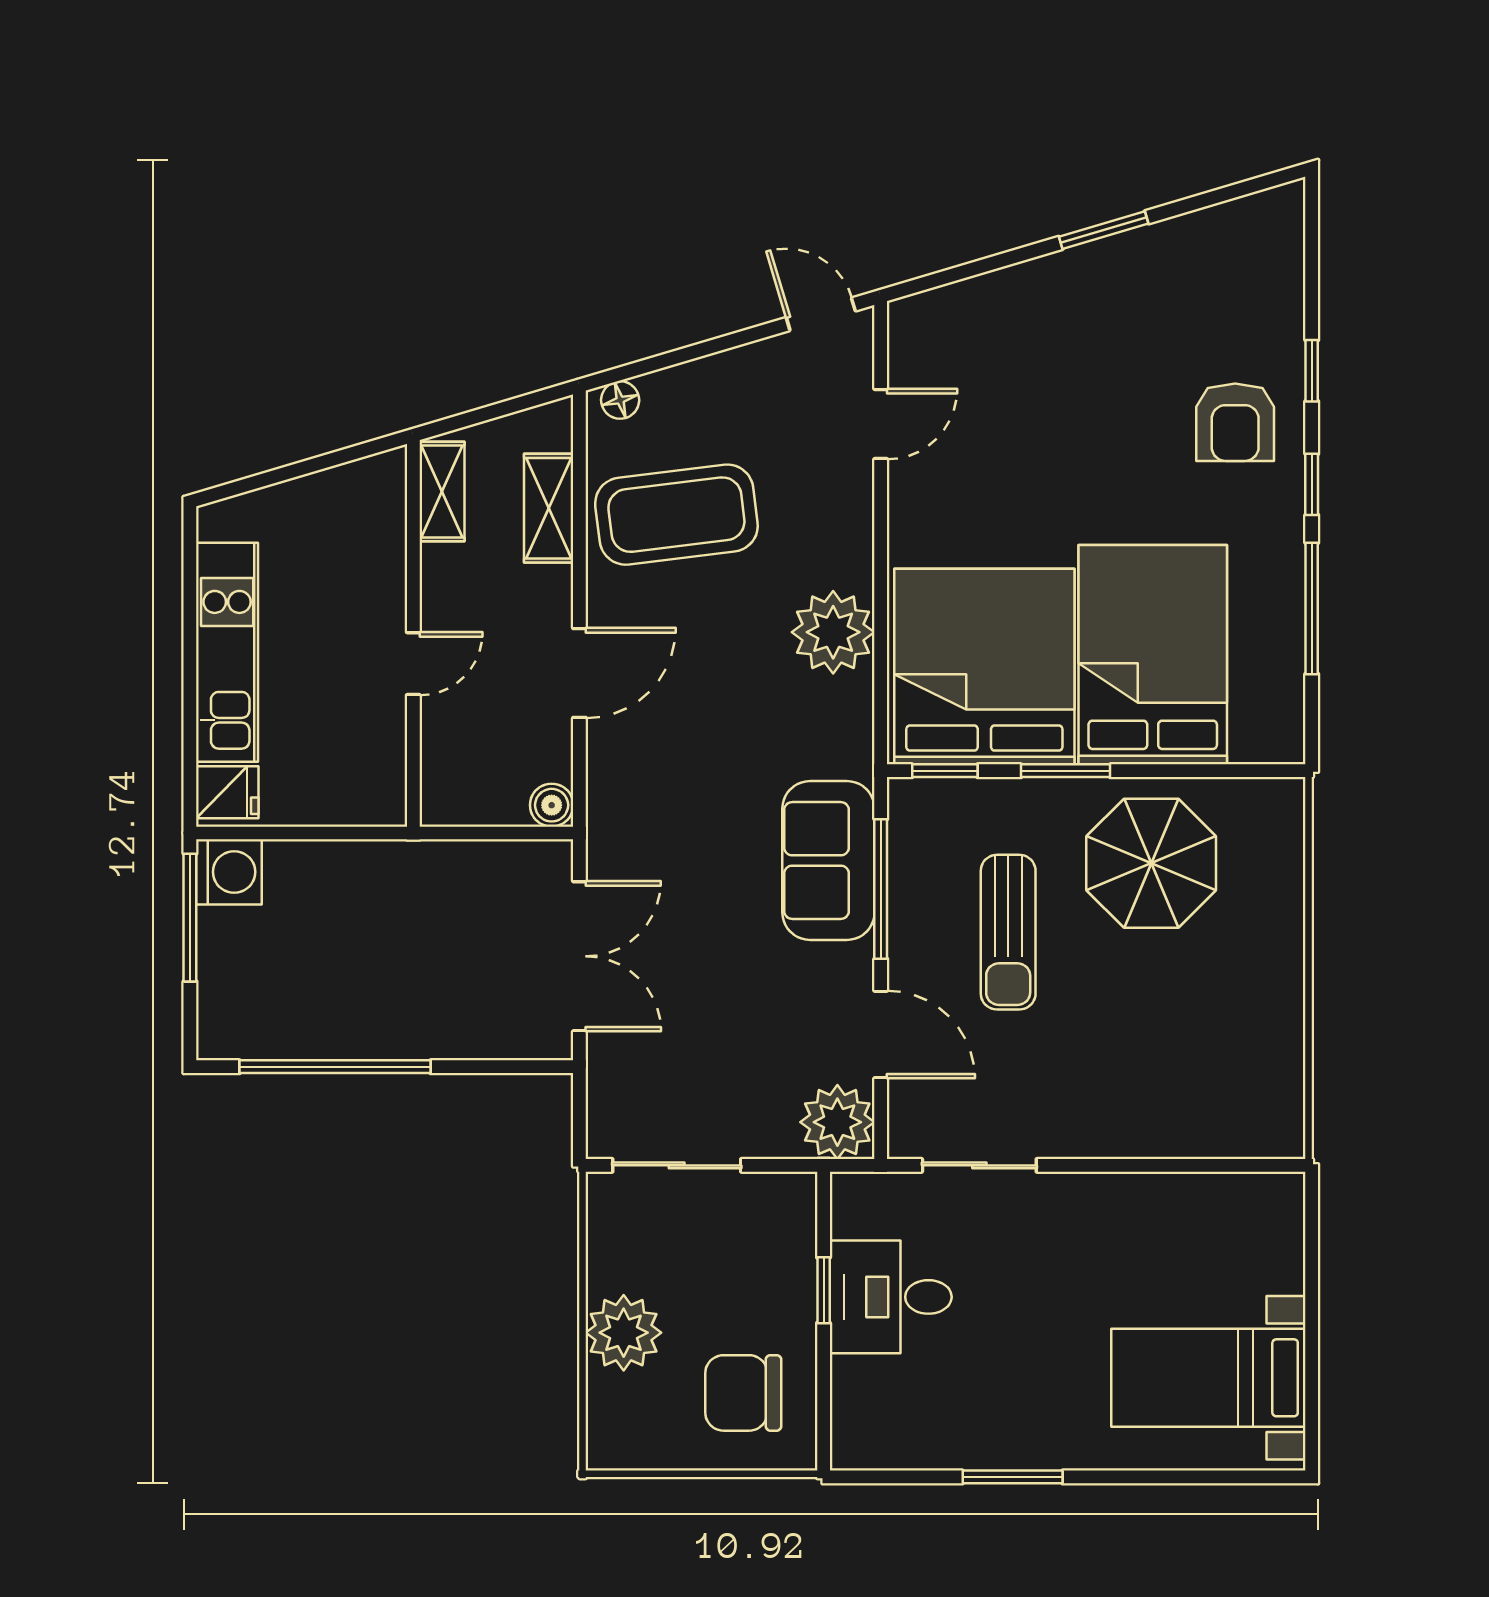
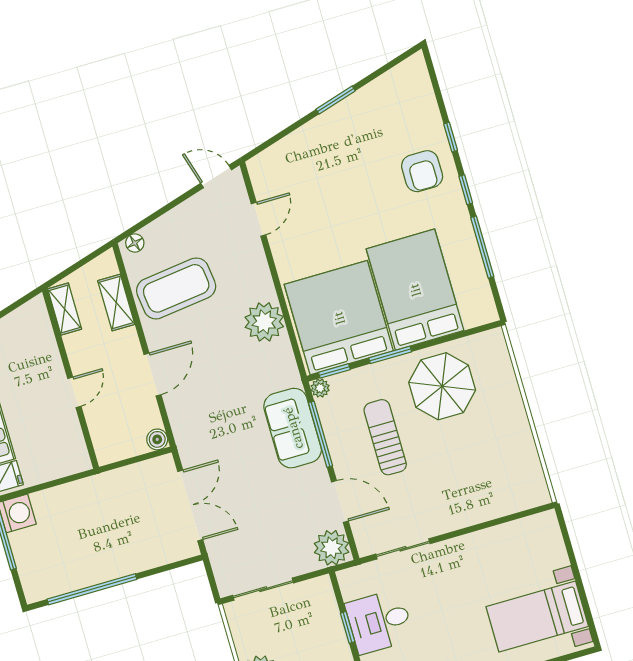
plant: (906, 797) -> (320, 388), added
sun lounger: (1008, 932) -> (385, 437), turned 180

